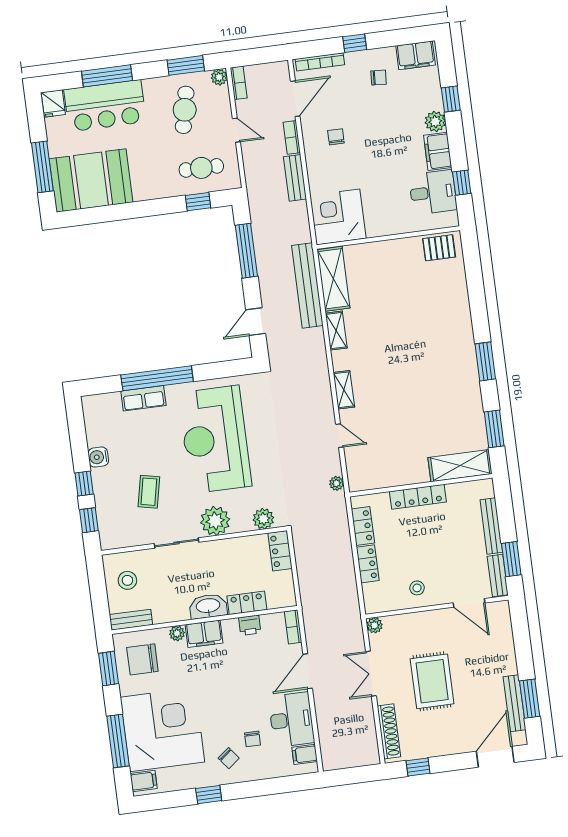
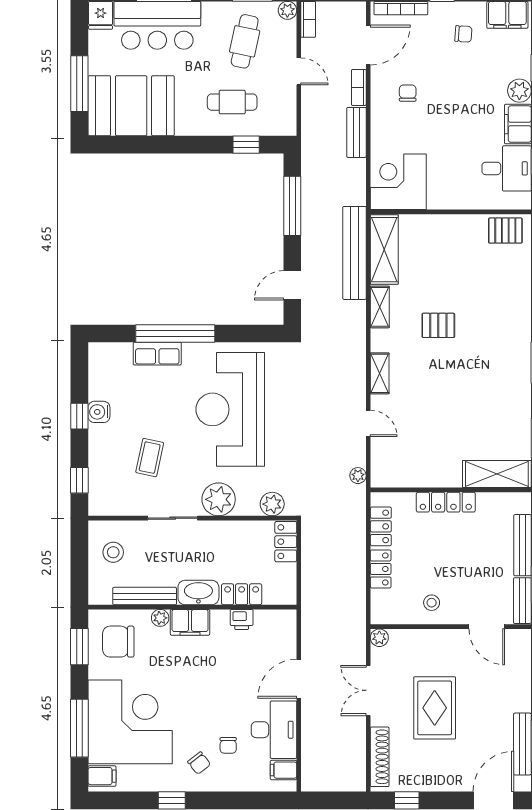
cafe table: (201, 168) -> (232, 102), moved
pallet: (390, 340) -> (438, 325), added
window: (84, 483) -> (79, 416), moved
bench: (131, 620) -> (145, 596), moved, width x1.36
bookcase: (293, 627) -> (289, 628), removed

